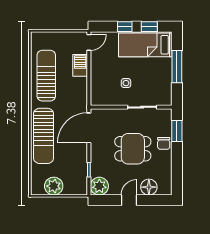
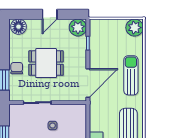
sun lounger: (44, 136) -> (131, 75), width x0.73, depth x0.75
plant: (54, 186) -> (135, 28), moved
floor lamp: (149, 187) -> (19, 27), moved

